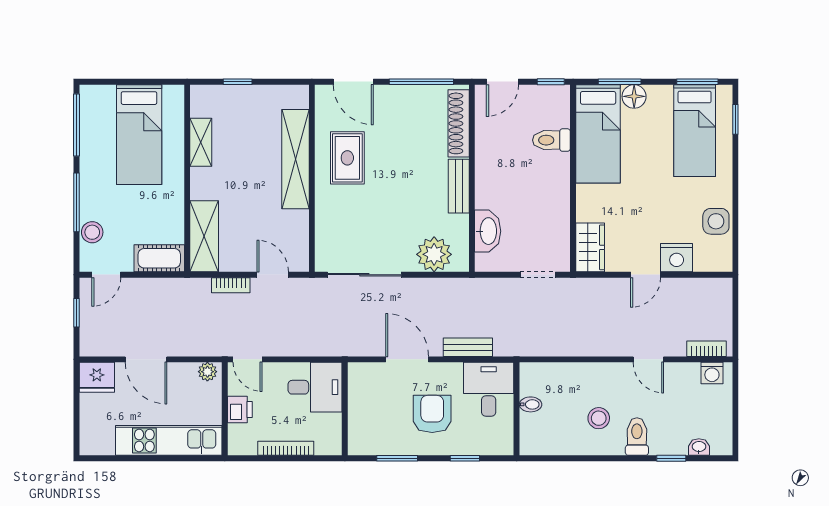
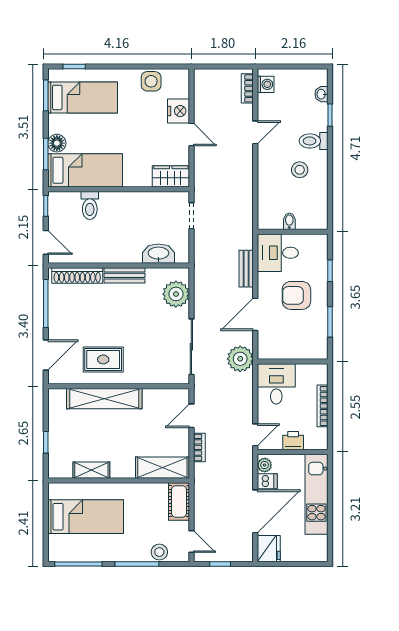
plant: (348, 339) -> (240, 359), added
door: (146, 359) -> (255, 511), width x1.36
dishwasher: (186, 375) -> (267, 481), added

